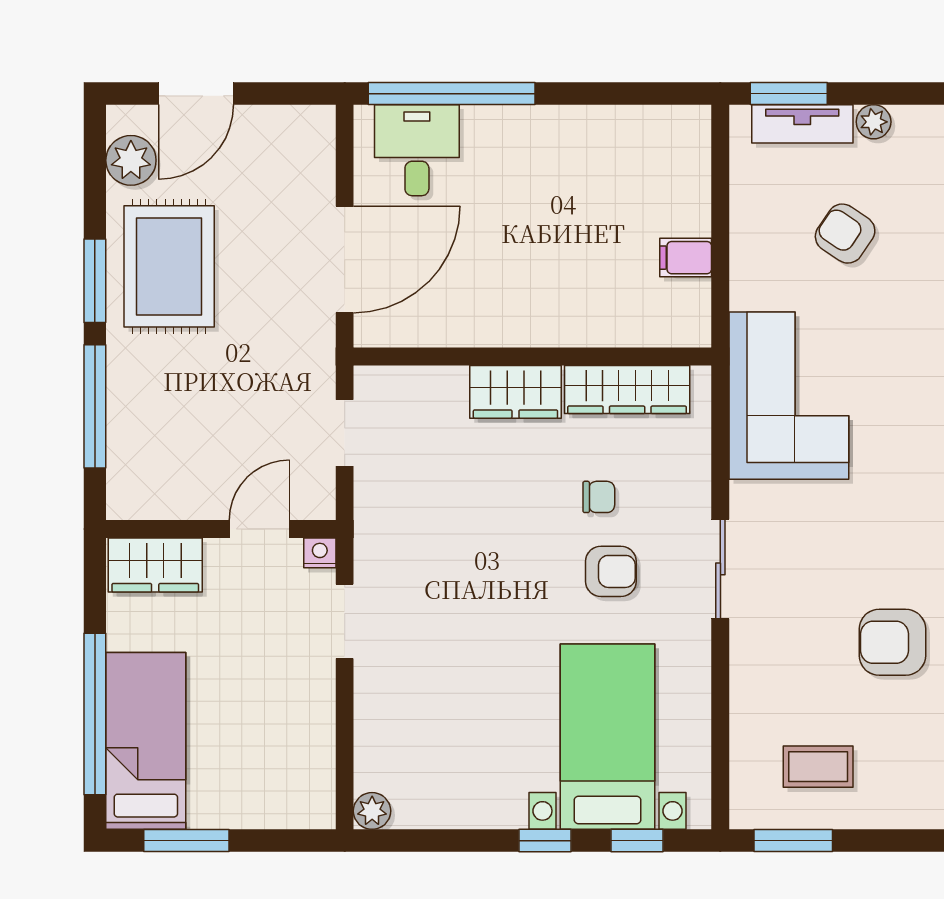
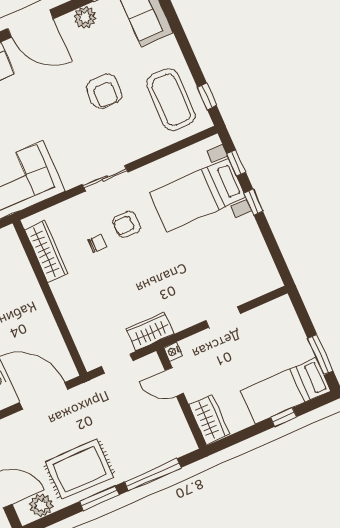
wardrobe: (515, 392) -> (150, 331), moved, turned -90
chair: (599, 497) -> (97, 243), turned 90
armchair: (611, 571) -> (127, 224), turned -90
doorway: (345, 621) -> (223, 317), moved
window: (95, 714) -> (284, 417), width x0.32
coffee table: (818, 767) -> (171, 100), width x1.86, depth x1.72
plant: (372, 811) -> (273, 281), removed
window: (793, 841) -> (207, 96), width x0.67

